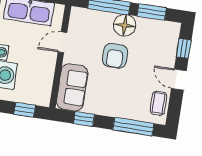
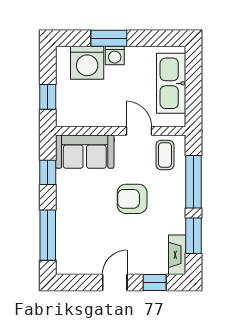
floor lamp: (125, 25) -> (172, 205), removed
fireplace: (165, 27) -> (177, 255), added
coffee table: (158, 103) -> (165, 155), moved, turned 90

